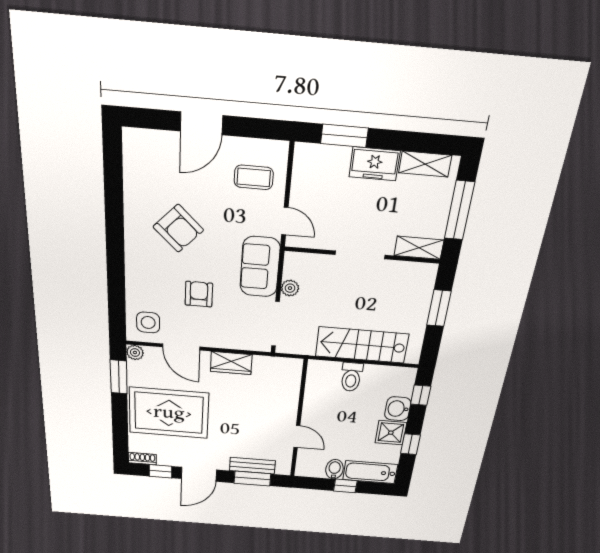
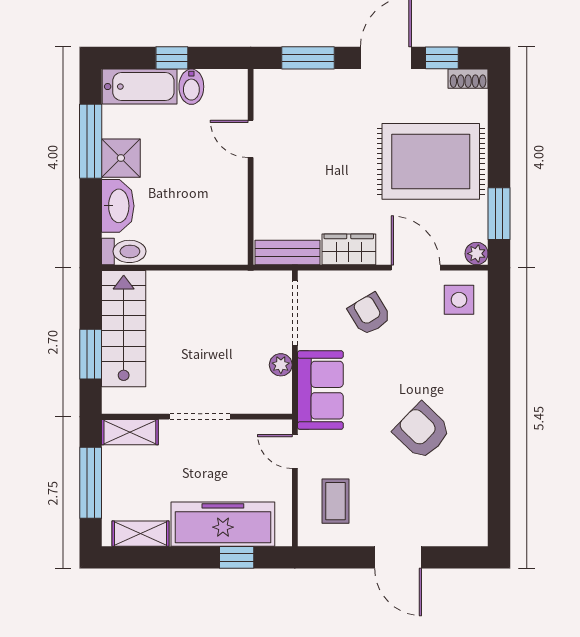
door: (201, 123) -> (398, 557), swing flipped
window: (344, 136) -> (237, 557), width x0.67
freezer: (374, 164) -> (223, 524), width x1.91, depth x1.26
coffee table: (254, 177) -> (335, 501), turned 90
armchair: (199, 294) -> (369, 314), moved, turned 149
stairs: (362, 345) -> (124, 329), moved, turned -90
toilet: (351, 377) -> (124, 251), moved, turned 90
window: (421, 395) -> (91, 223), removed
washbasin: (398, 409) -> (118, 206), width x1.38
window: (410, 444) -> (91, 141), width x2.17
bench: (252, 466) -> (287, 253), moved

